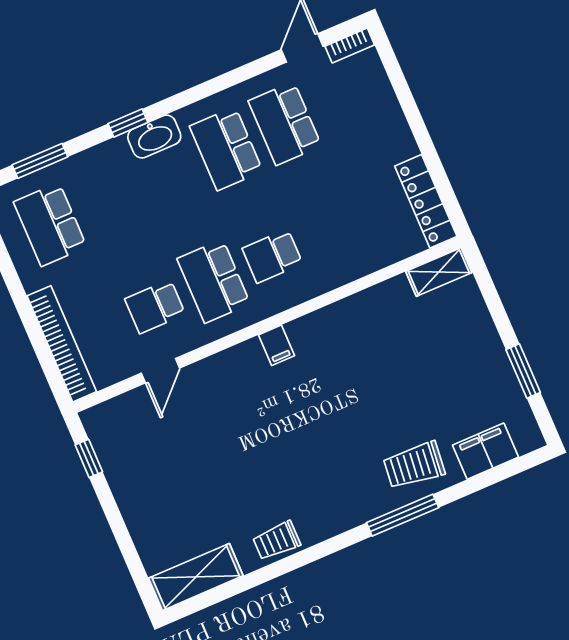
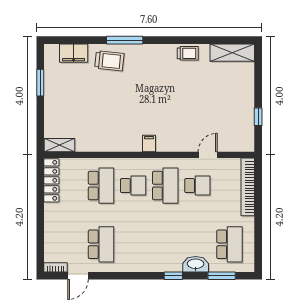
washbasin: (154, 137) -> (196, 264), moved
school desk: (226, 149) -> (101, 186), moved
window: (89, 458) -> (258, 117), moved

